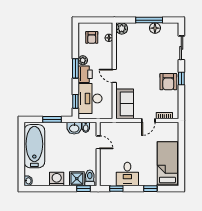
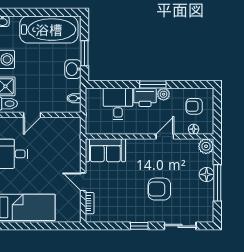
floor lamp: (155, 28) -> (207, 174), moved
door: (114, 76) -> (165, 136), moved
armchair: (168, 82) -> (159, 189), moved
desk: (90, 99) -> (118, 104), width x0.73
window: (75, 101) -> (109, 84), removed
washbasin: (74, 128) -> (73, 69), moved
door: (98, 142) -> (32, 115), moved

